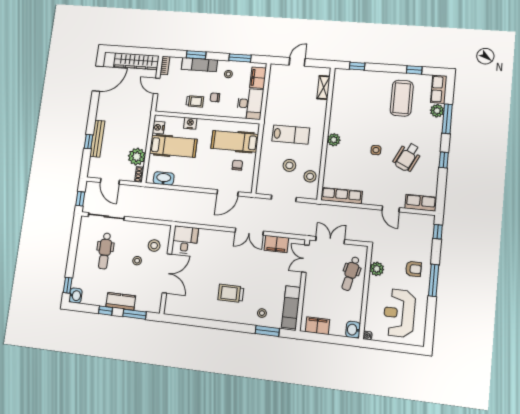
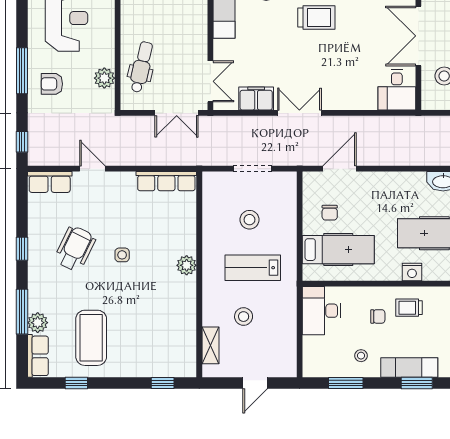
filing cabinet: (258, 78) -> (313, 353), removed
stool: (310, 176) -> (244, 317), moved

